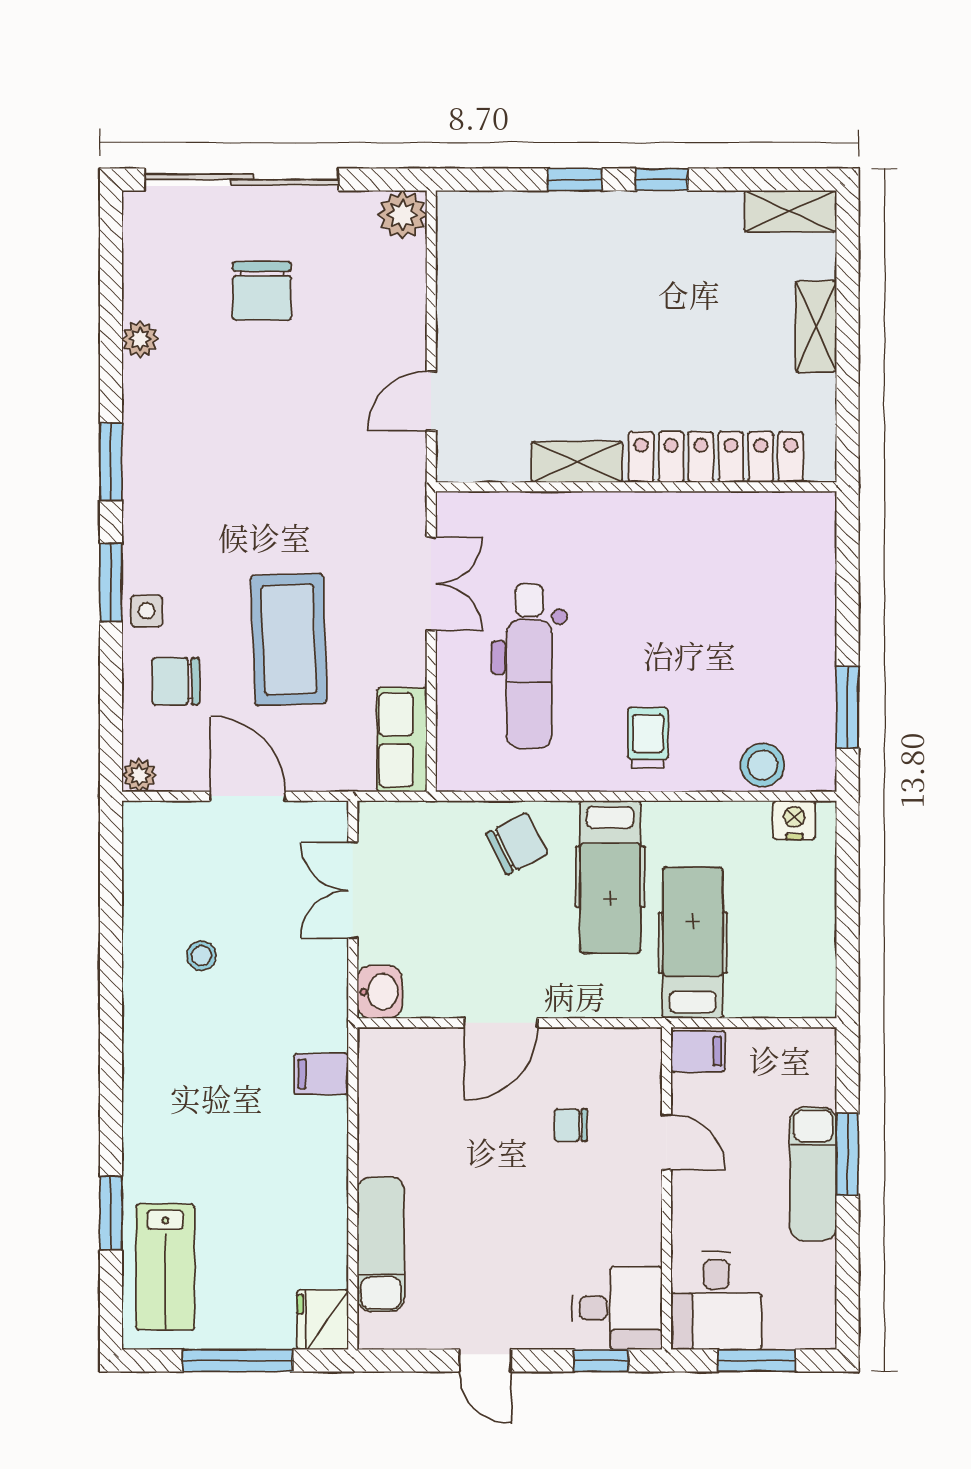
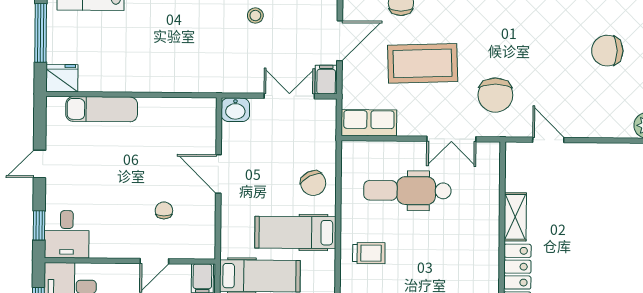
chair: (348, 501) -> (495, 95), added
filing cabinet: (321, 1074) -> (326, 80), moved

